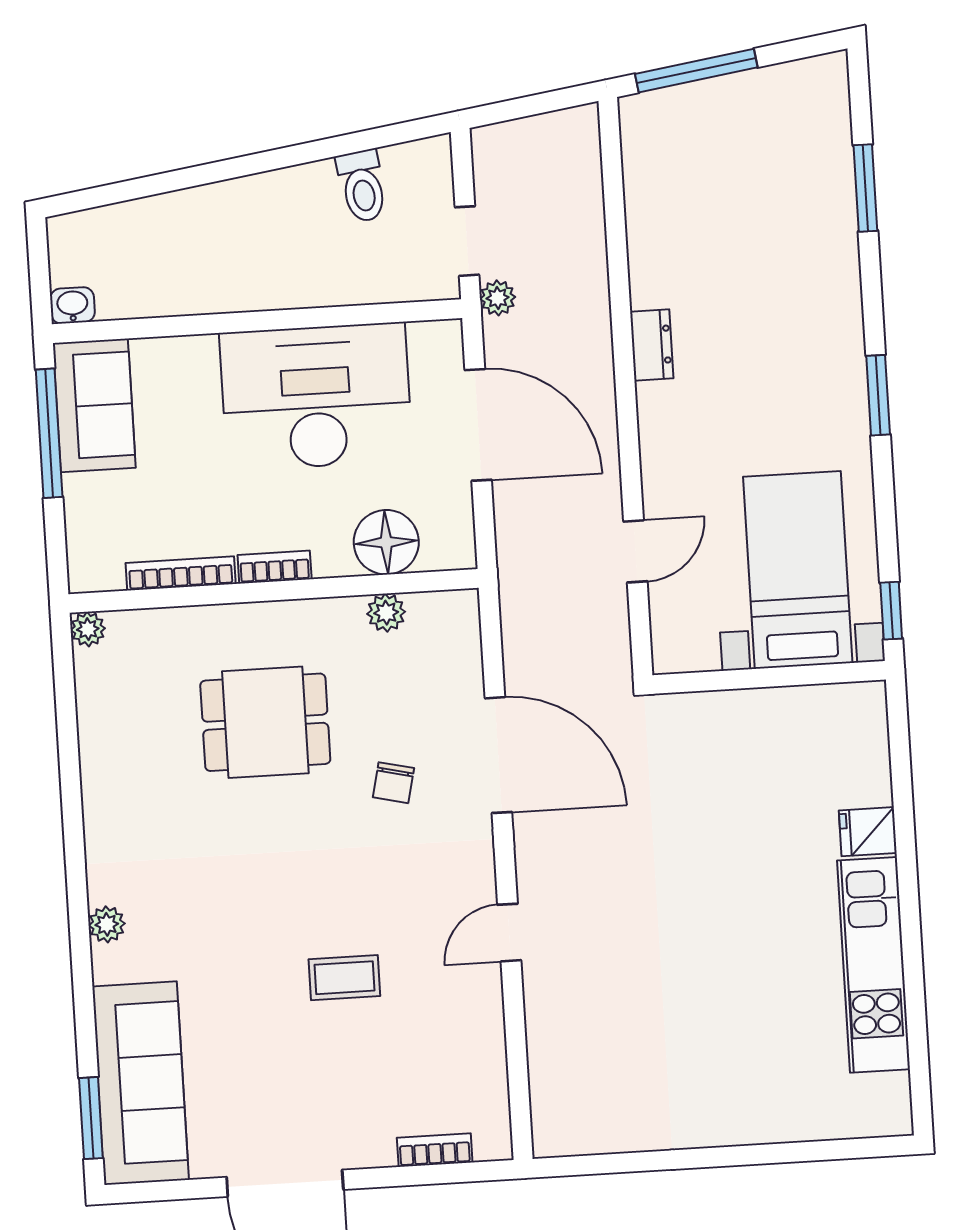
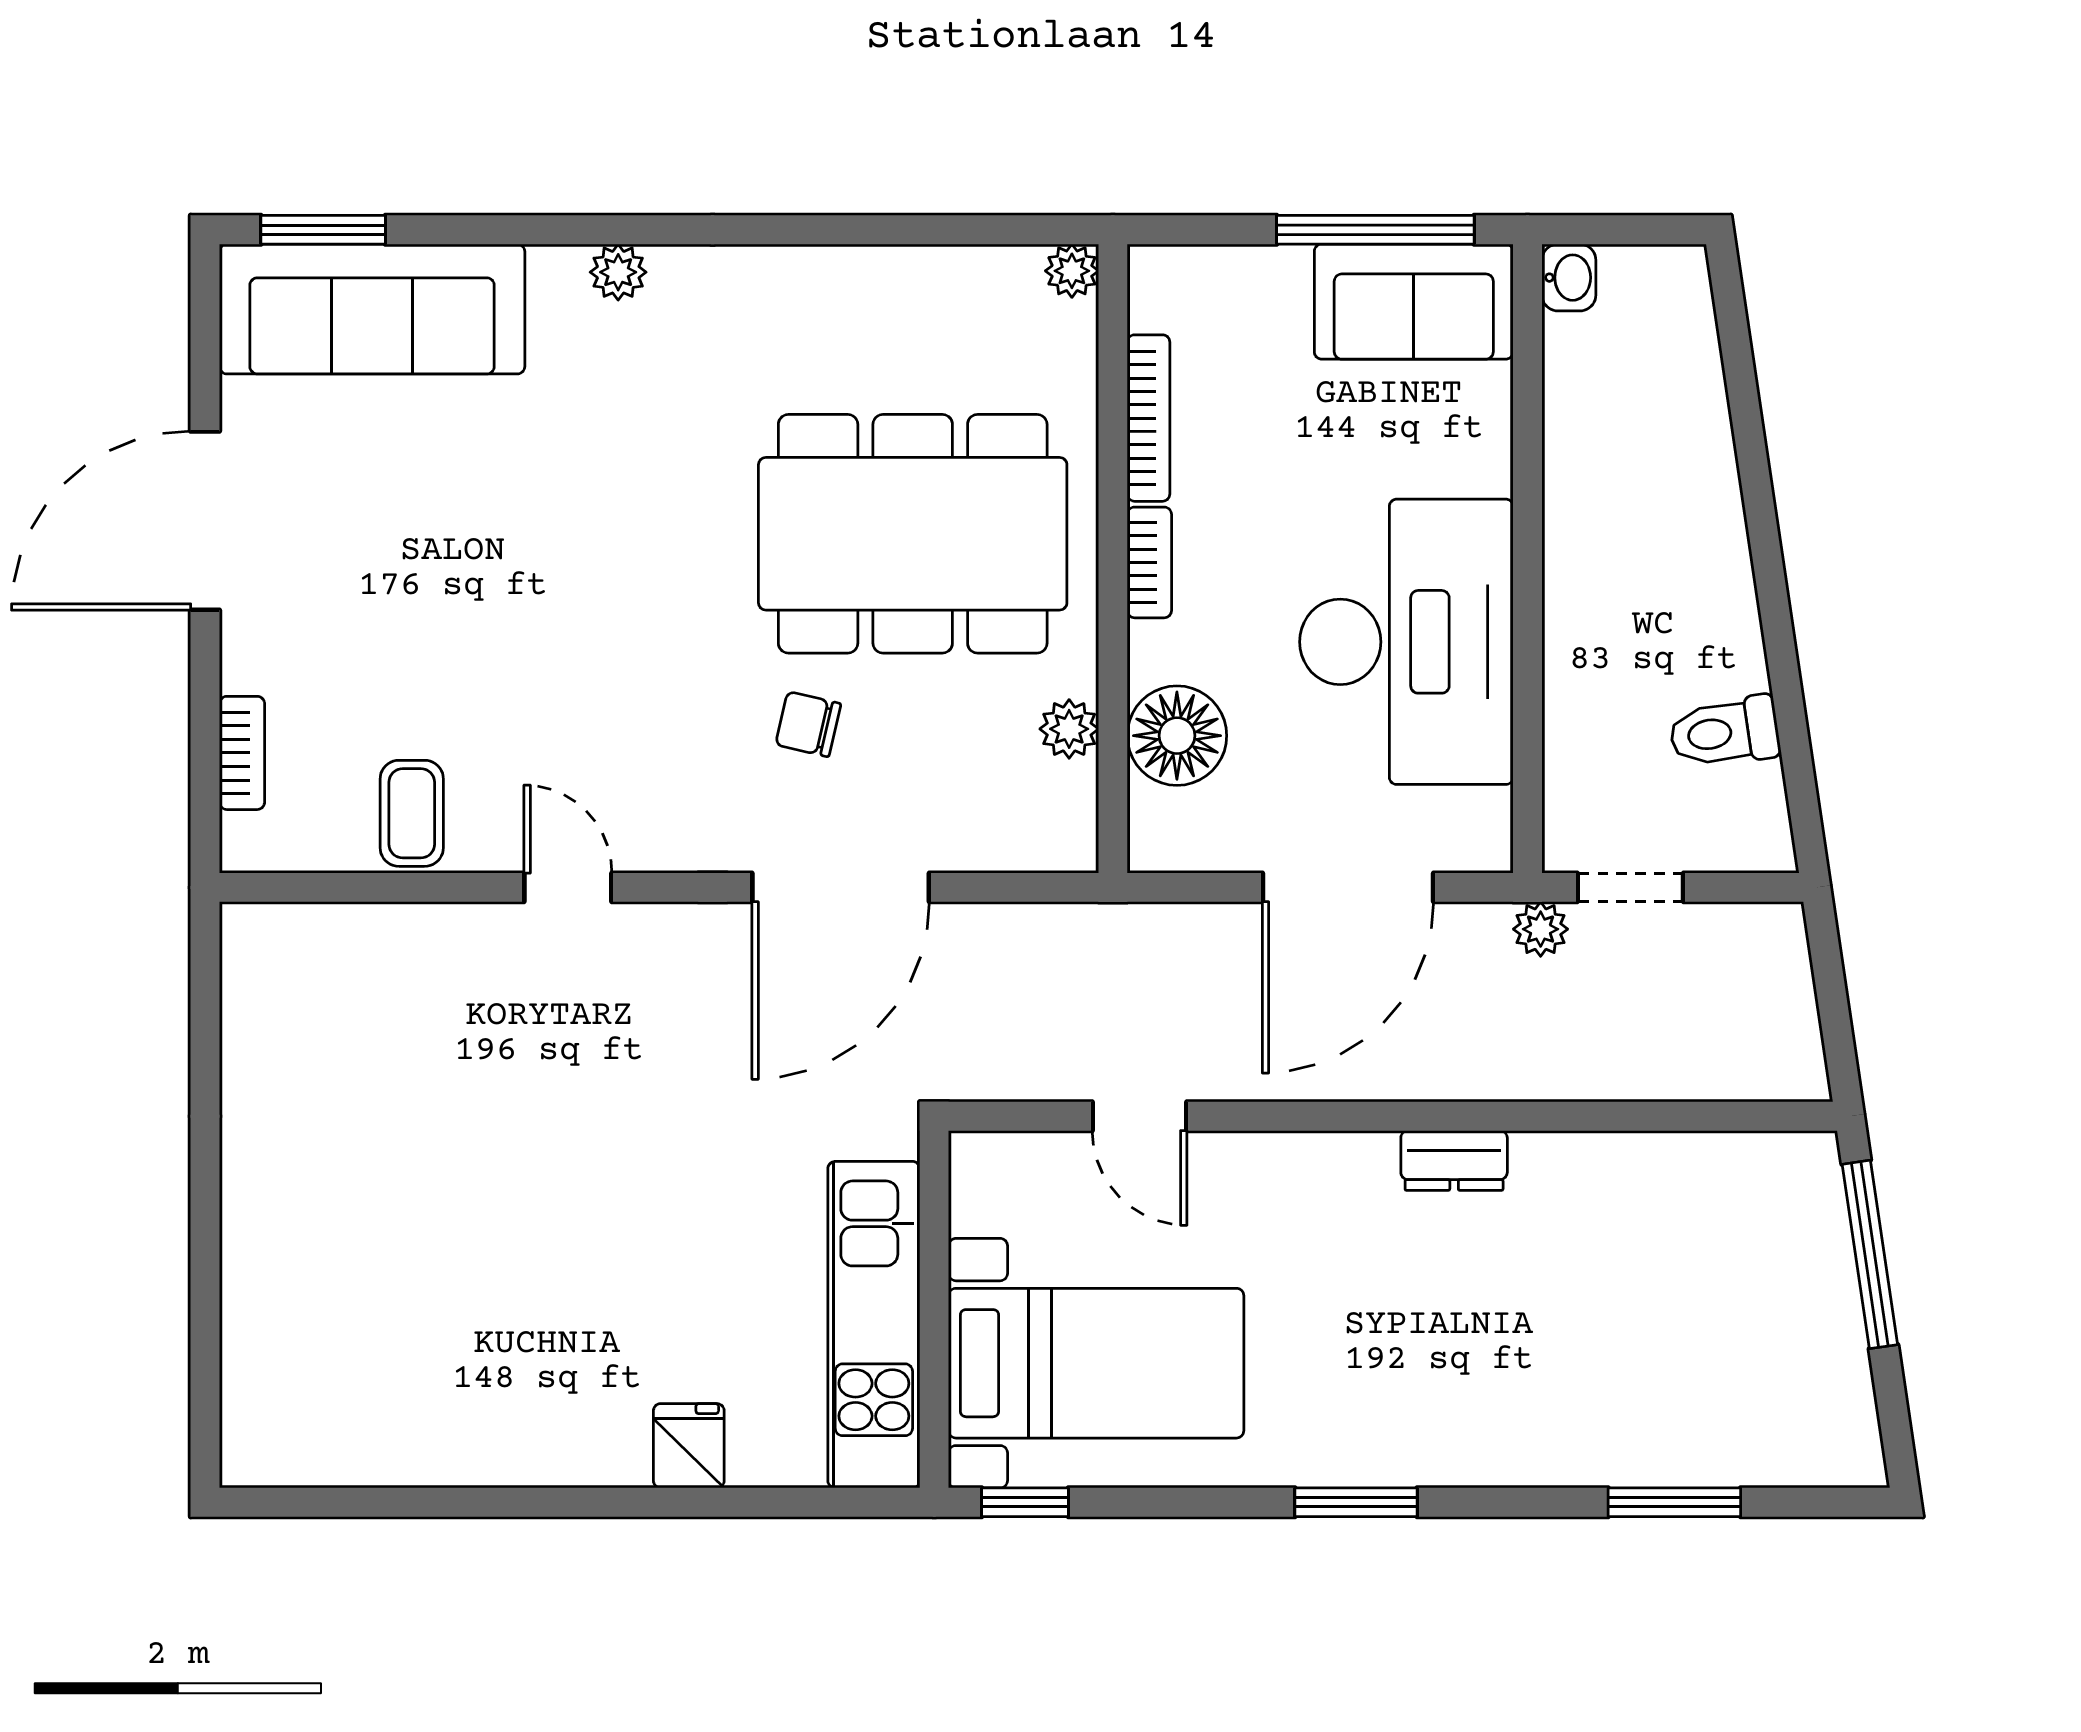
dining table: (265, 722) -> (913, 534), width x1.88, depth x1.24
kitchen unit: (873, 965) -> (874, 1325), moved, turned -90
coffee table: (344, 978) -> (412, 813), moved

